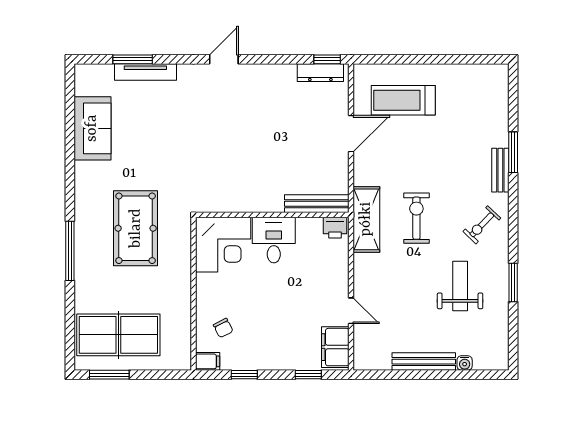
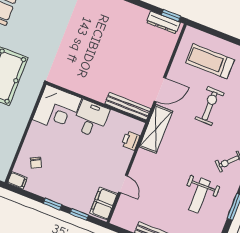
door: (351, 134) -> (160, 90), moved
exercise bike: (416, 218) -> (210, 106), moved
printer: (335, 228) -> (130, 141), moved, turned 90
weight bench: (460, 286) -> (200, 196), turned 180
window: (244, 375) -> (52, 204), moved

